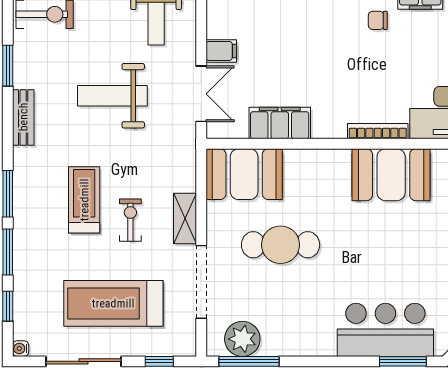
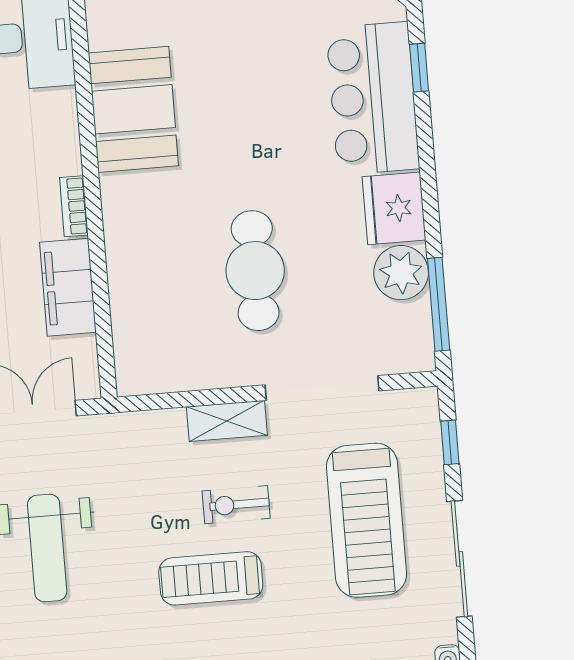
bookcase: (378, 131) -> (74, 206), moved, width x0.64
booth: (244, 174) -> (151, 335), removed
fridge: (313, 338) -> (394, 208), added
plant: (242, 339) -> (401, 273), moved
window: (403, 361) -> (419, 68), width x0.67

